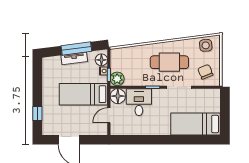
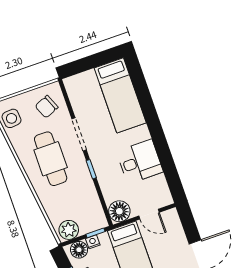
plant: (117, 79) -> (69, 230), moved
desk: (139, 102) -> (140, 162), moved, turned 180

